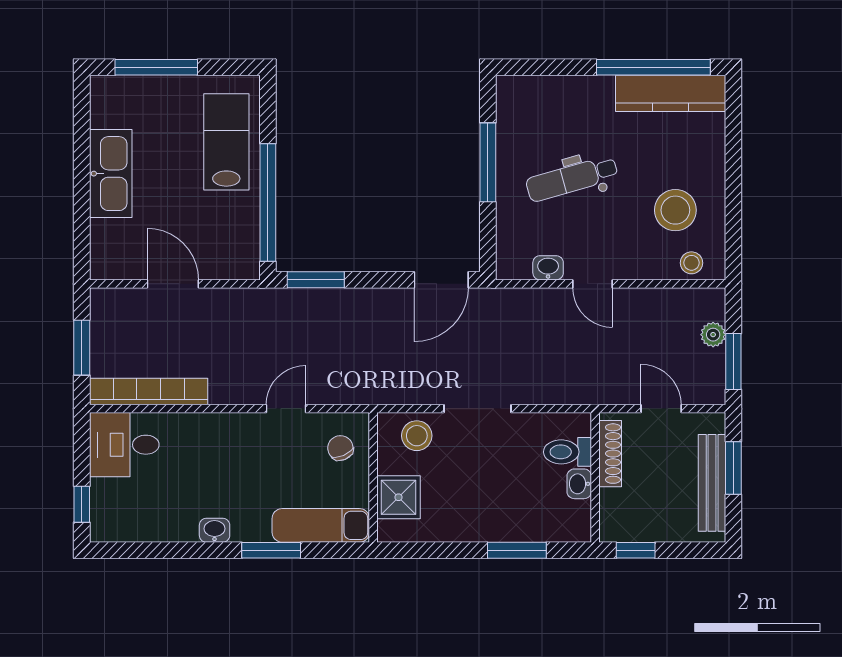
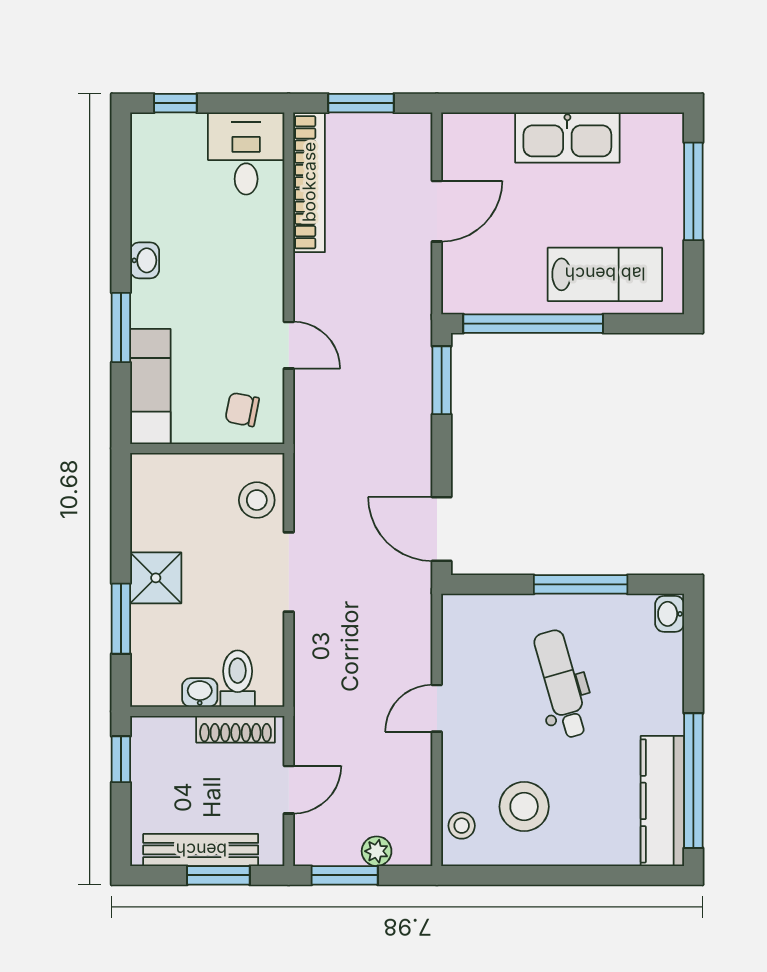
washbasin: (548, 268) -> (670, 614), moved, turned 180
chair: (340, 448) -> (242, 410), turned -145
shower: (399, 497) -> (156, 578), moved

